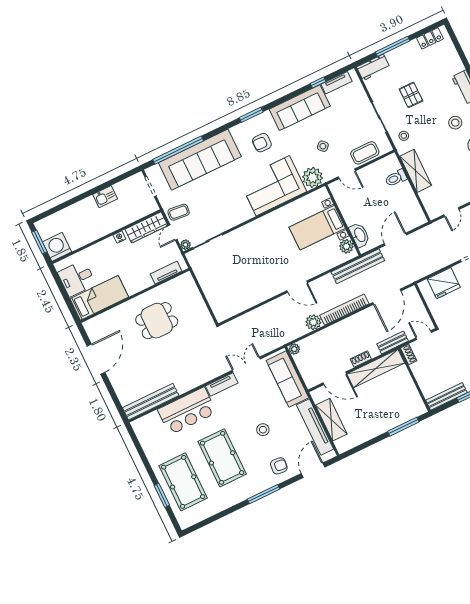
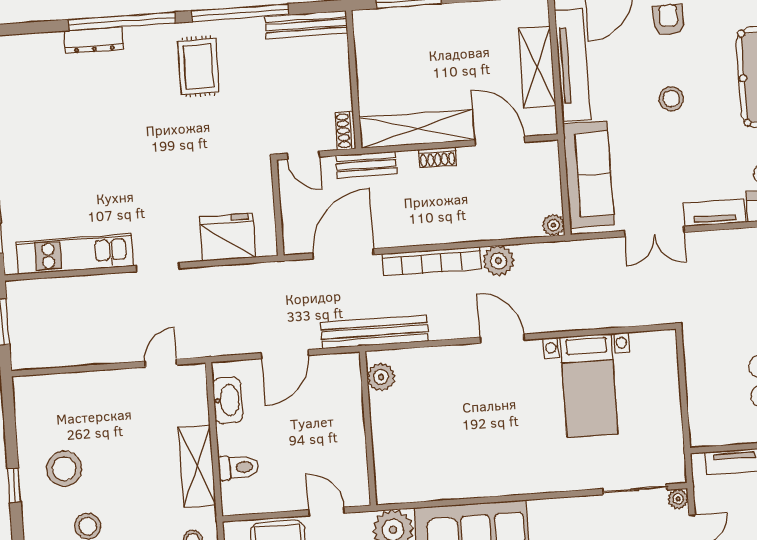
bed with nightstands: (317, 228) -> (589, 386), moved, turned 90
washbasin: (360, 235) -> (228, 400), moved, turned 180
armchair: (279, 466) -> (668, 20), turned 84

